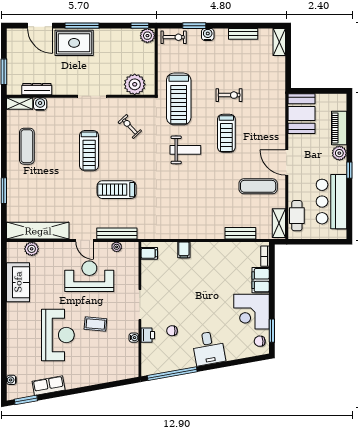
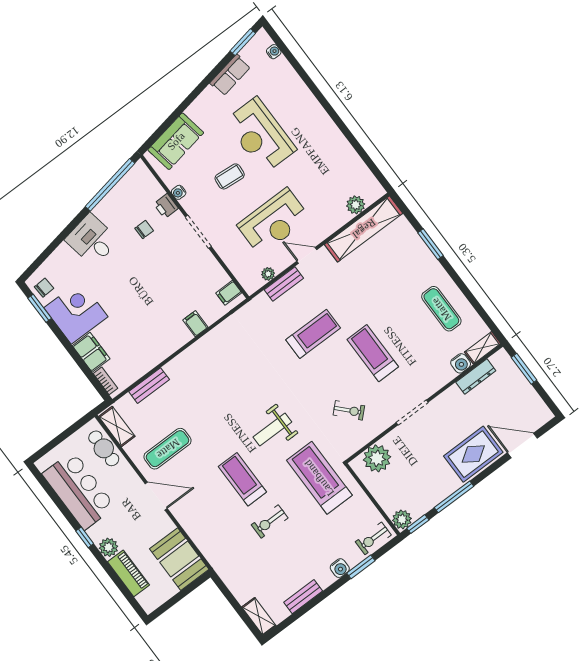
window: (82, 26) -> (454, 497), moved
bench: (117, 233) -> (284, 284), width x0.73
sofa: (18, 282) -> (176, 141), moved, turned -100

